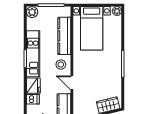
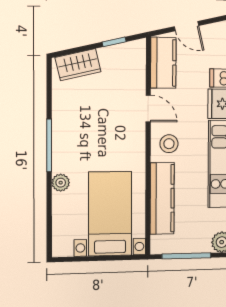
plant: (117, 11) -> (61, 183), moved

